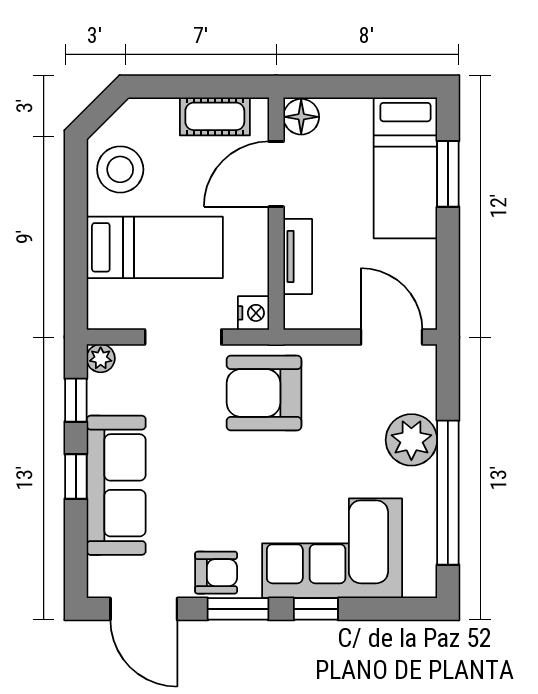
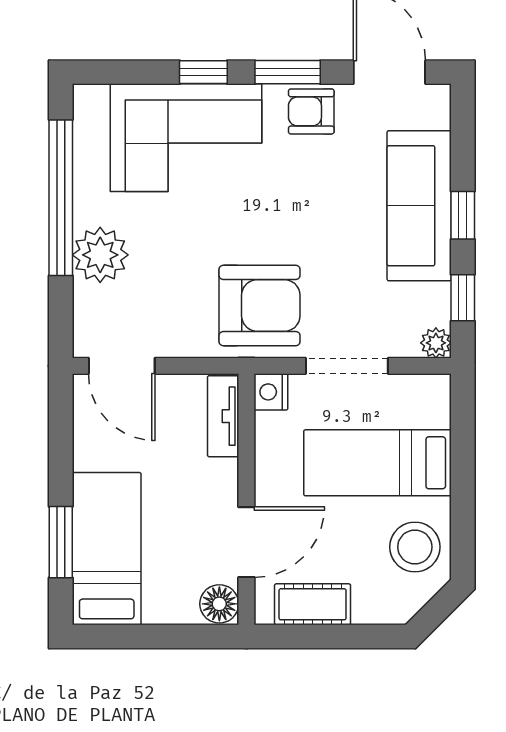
tv unit: (298, 256) -> (223, 416), moved

